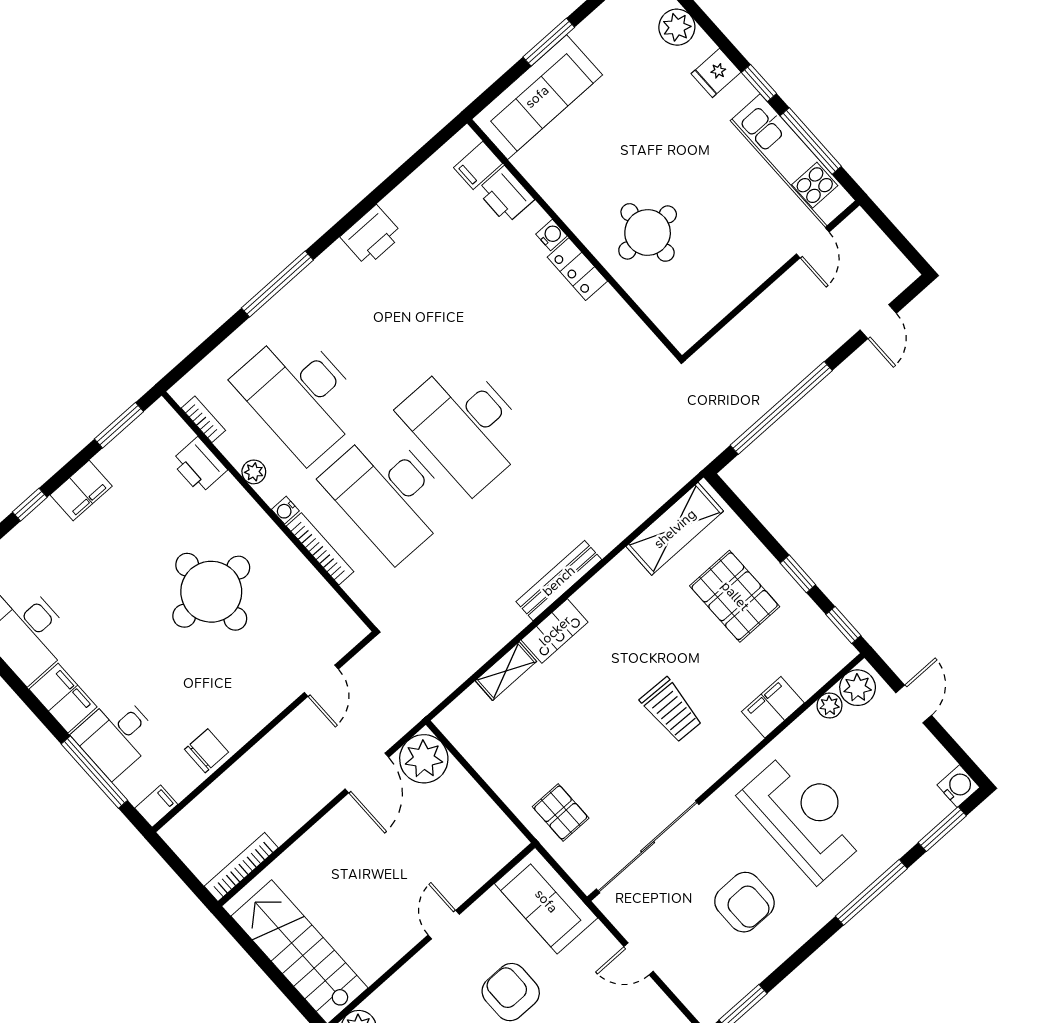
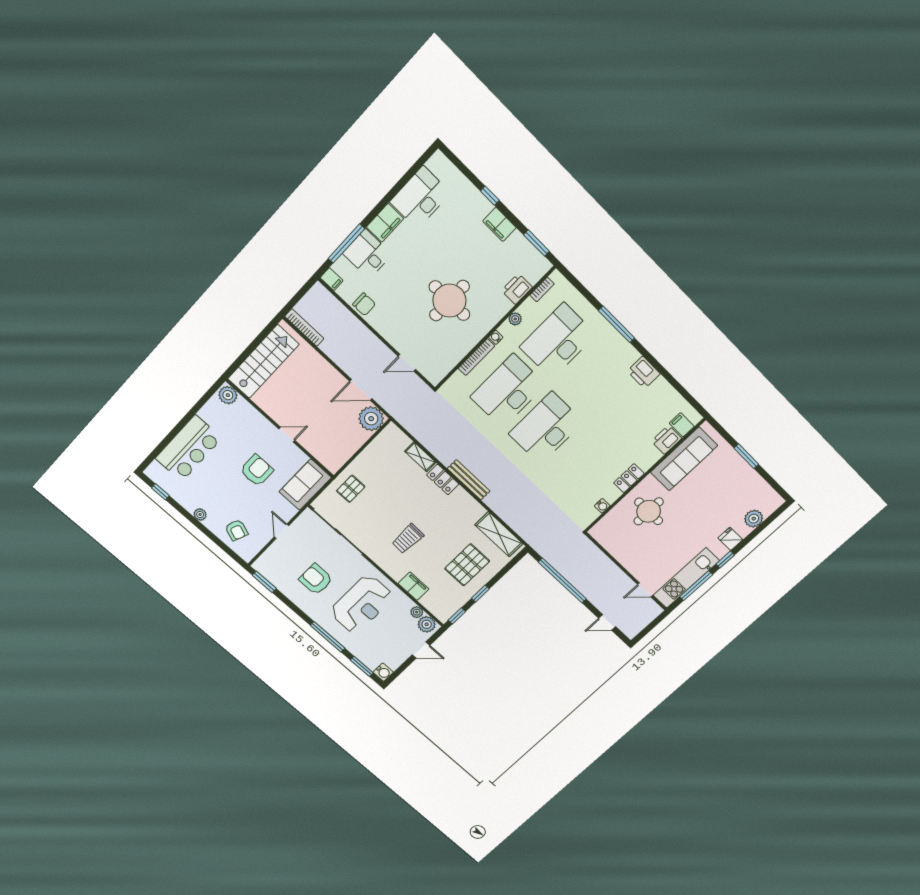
sofa: (537, 97) -> (684, 459), moved, turned -90
water cooler: (551, 235) -> (602, 506), moved
armchair: (744, 902) -> (316, 579), turned 90

